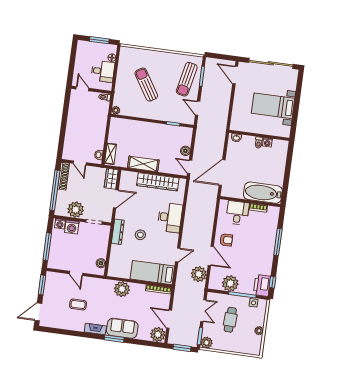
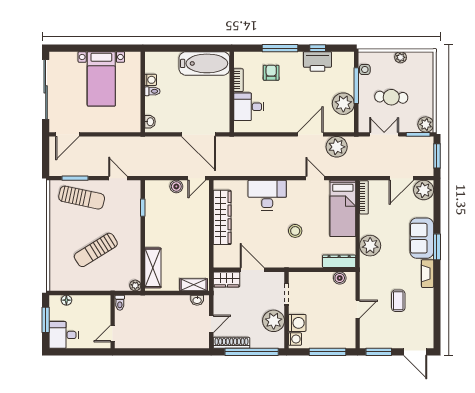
desk: (103, 71) -> (64, 335), moved, turned -90
door: (198, 108) -> (118, 178), swing flipped
shelving: (143, 164) -> (153, 268), moved
bathtub: (263, 193) -> (204, 63), moved, turned -90
dresser: (118, 232) -> (339, 261), moved
armchair: (226, 240) -> (271, 73), moved
window: (273, 282) -> (318, 48), moved
printer: (262, 285) -> (317, 61), moved

